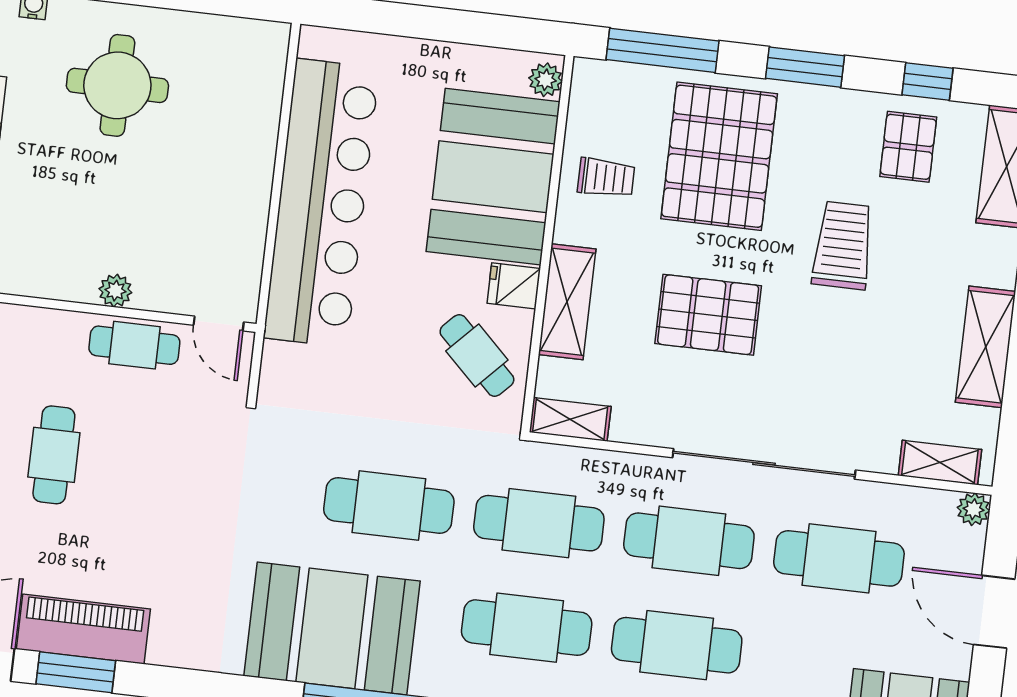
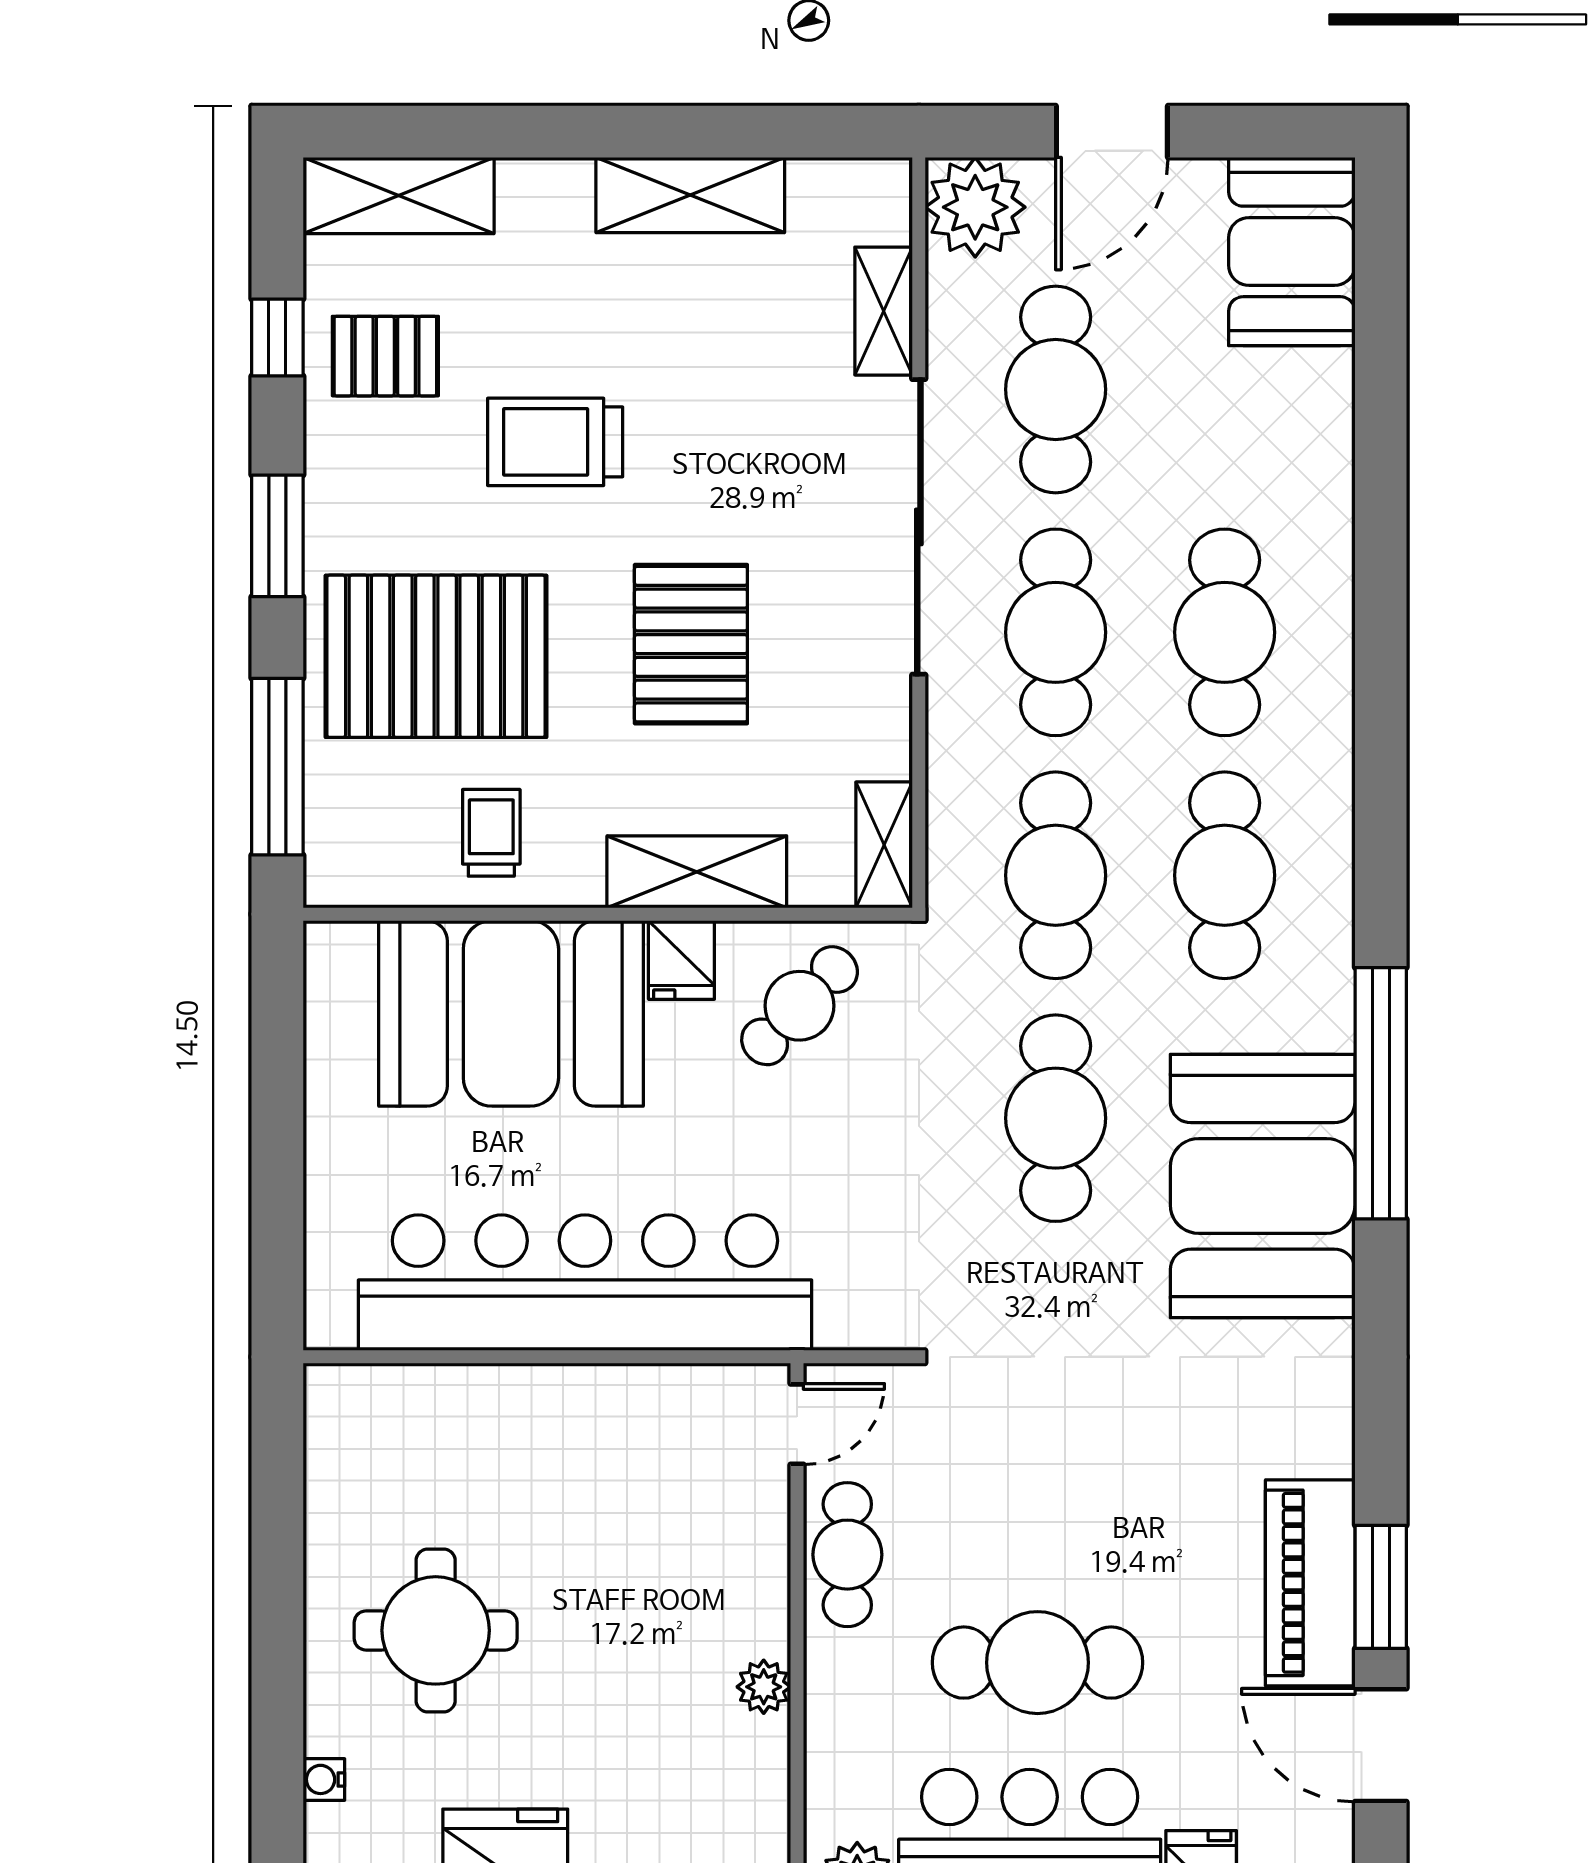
plant: (546, 80) -> (346, 948), removed
plant: (115, 291) -> (764, 1687), moved
cafe table: (54, 455) -> (1038, 1663), width x1.37, depth x1.35
shelving: (940, 463) -> (884, 311), moved
plant: (973, 509) -> (975, 207), width x1.87, depth x1.87

